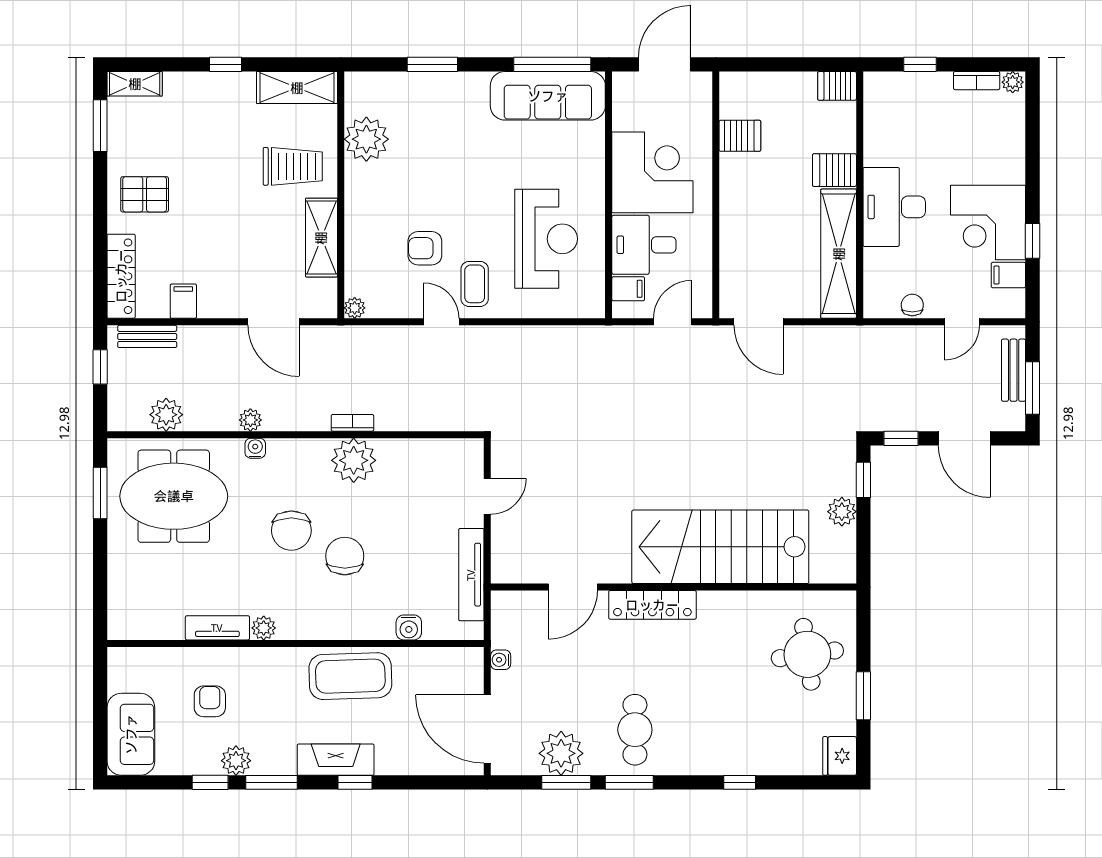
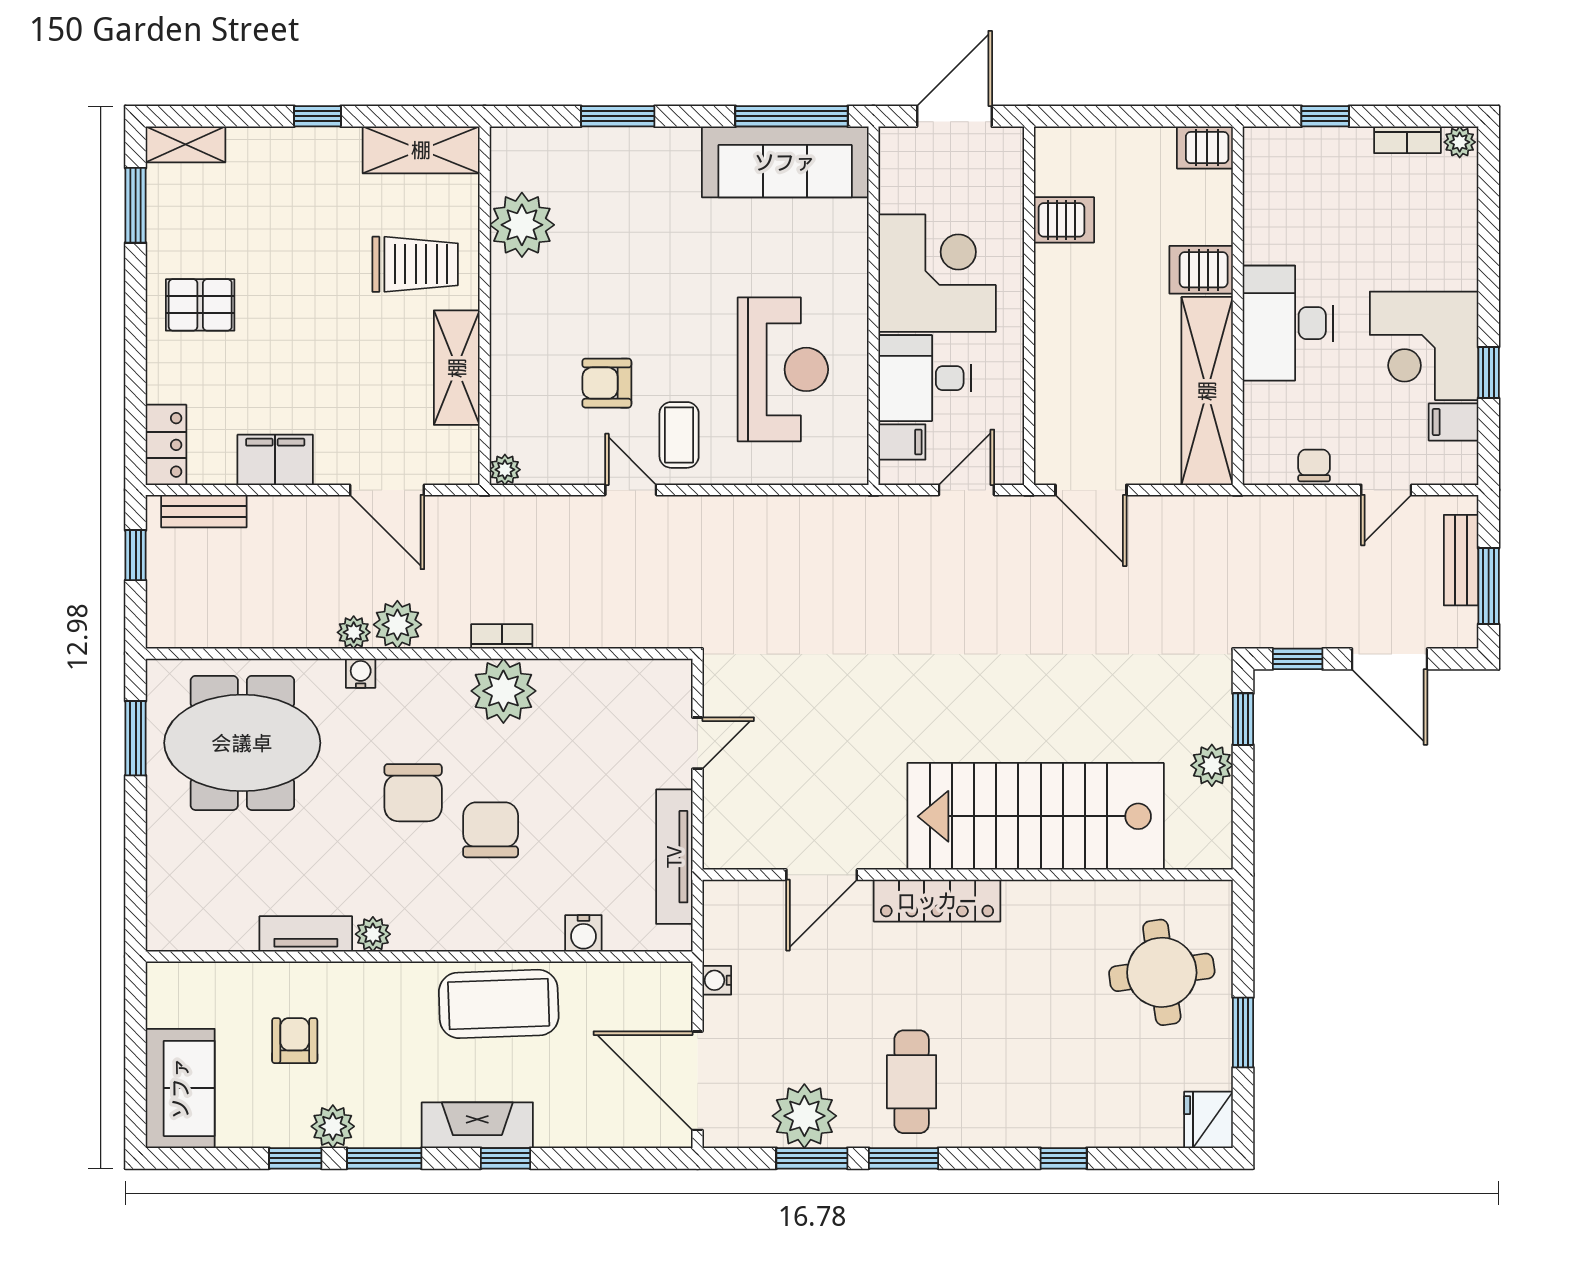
locker: (121, 276) -> (166, 445), width x0.66
filing cabinet: (183, 301) -> (275, 460), width x2.00
plant: (166, 415) -> (397, 625), moved

